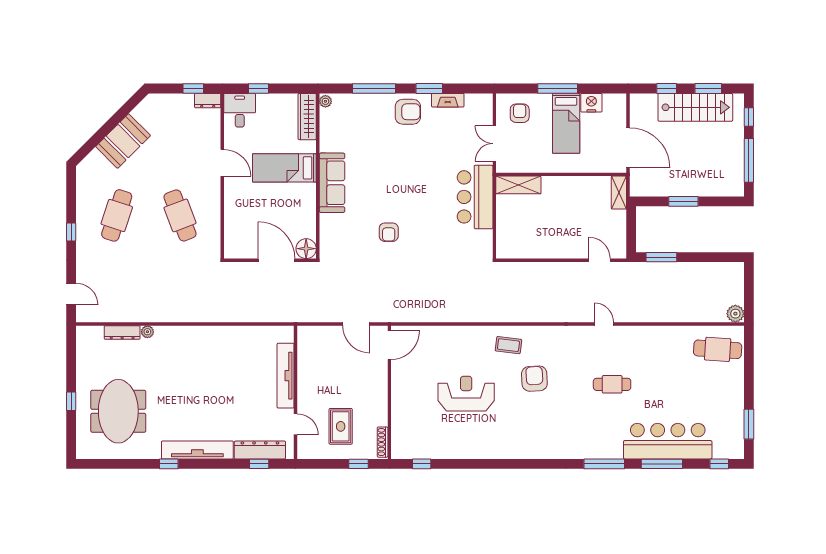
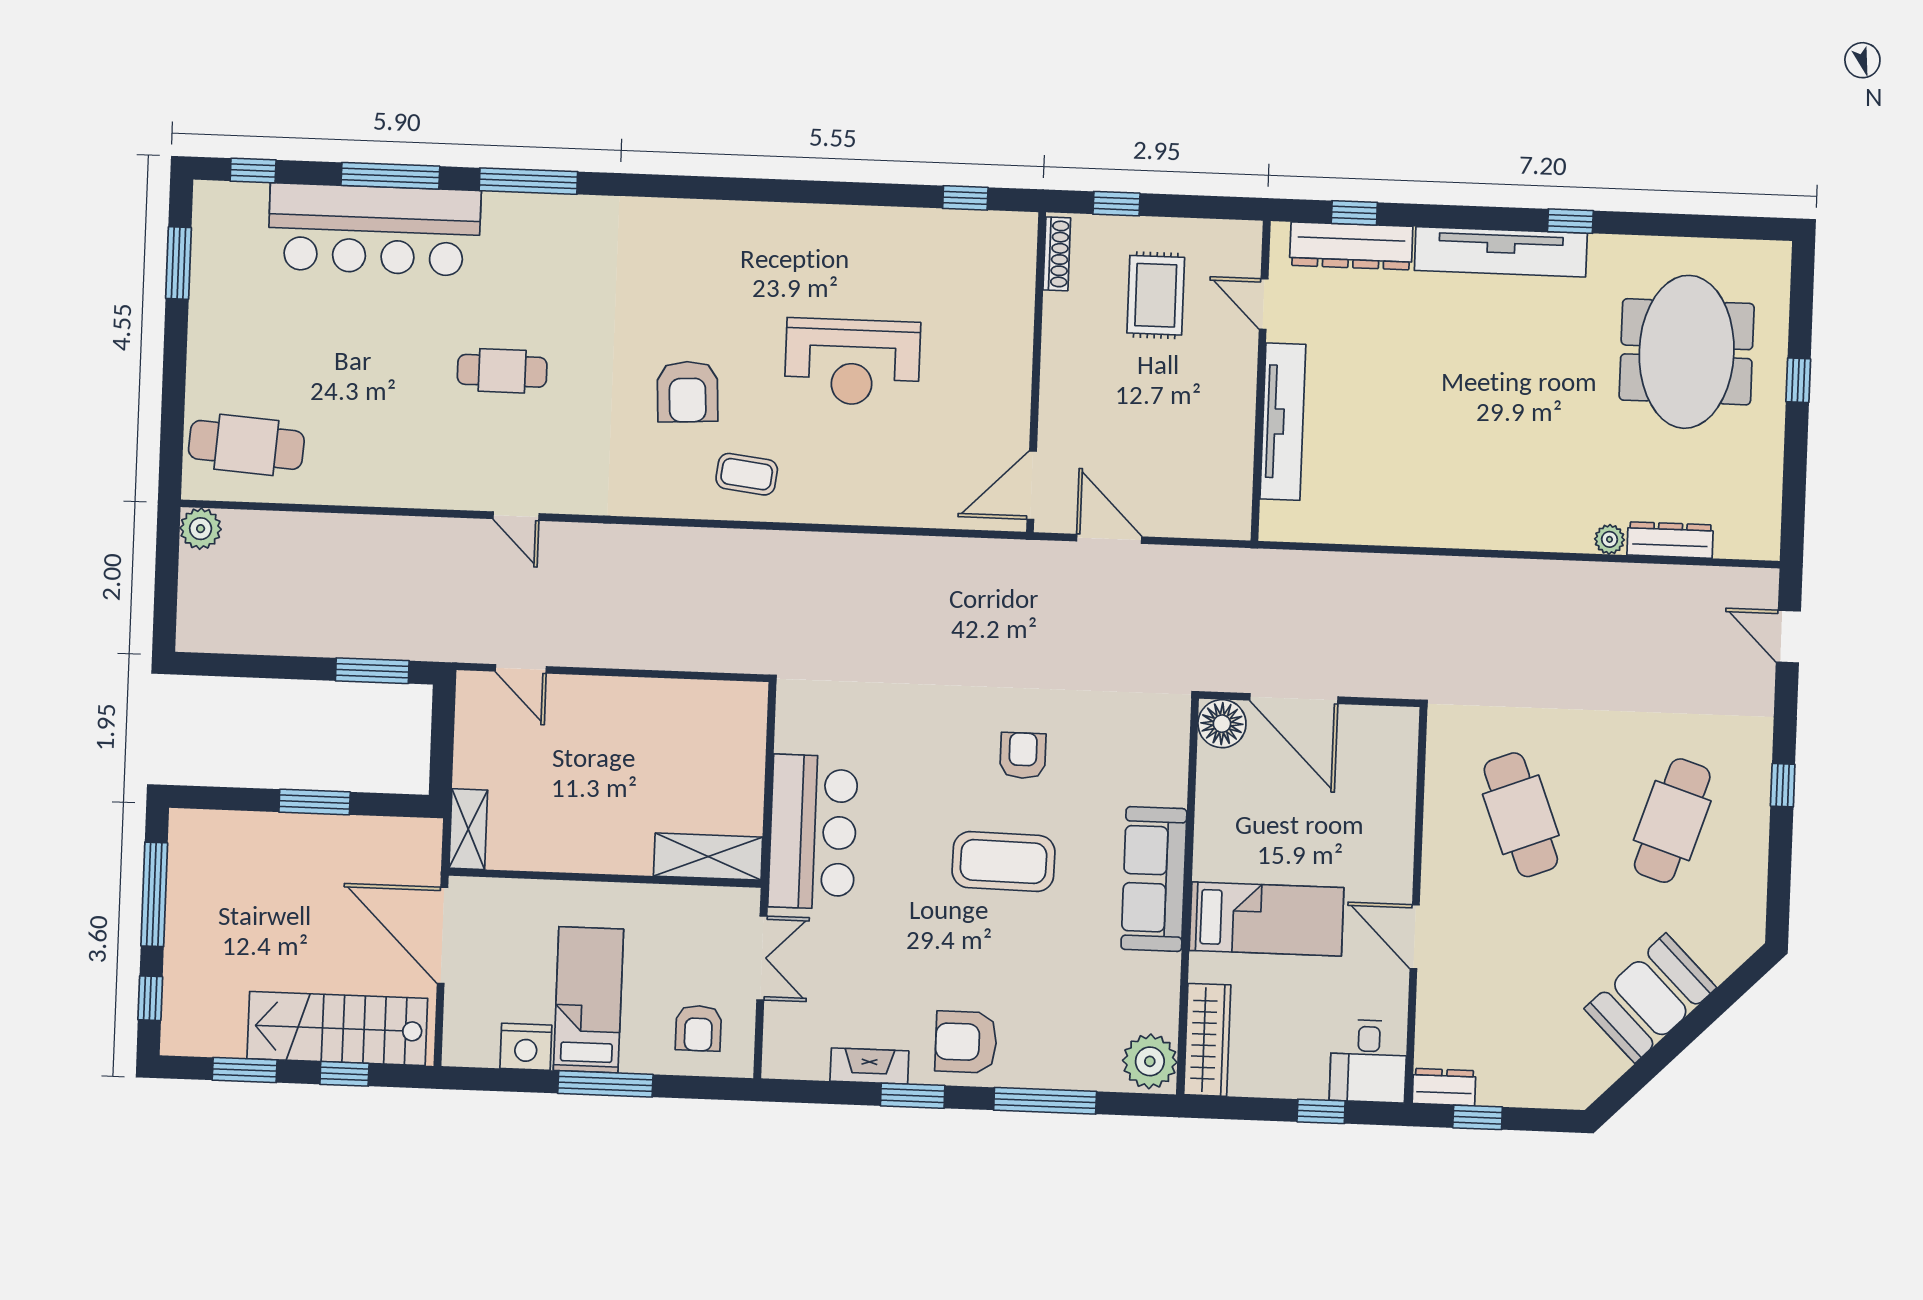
plant: (325, 101) -> (1150, 1061), width x1.88, depth x1.88
stairs: (695, 107) -> (337, 1028), moved
coffee table: (395, 188) -> (1003, 862), added

